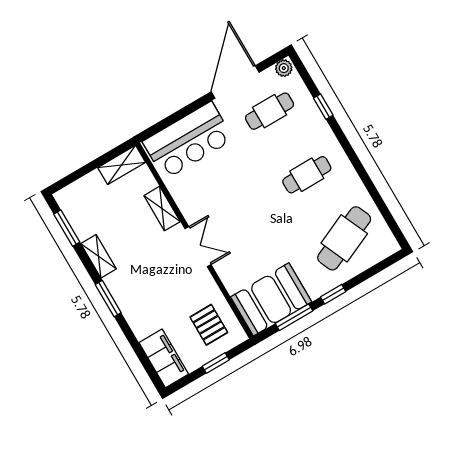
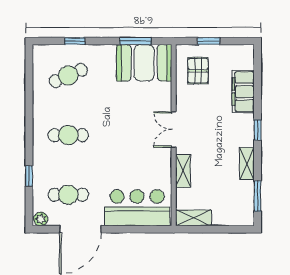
cafe table: (344, 238) -> (68, 75), width x0.73, depth x0.74
window: (333, 294) -> (75, 41), moved
window: (108, 299) -> (257, 130), width x0.67
filing cabinet: (164, 358) -> (243, 92), moved

